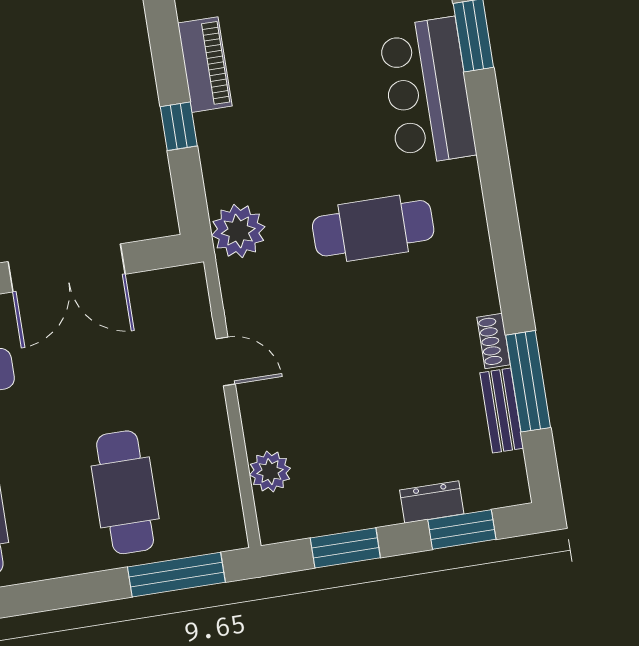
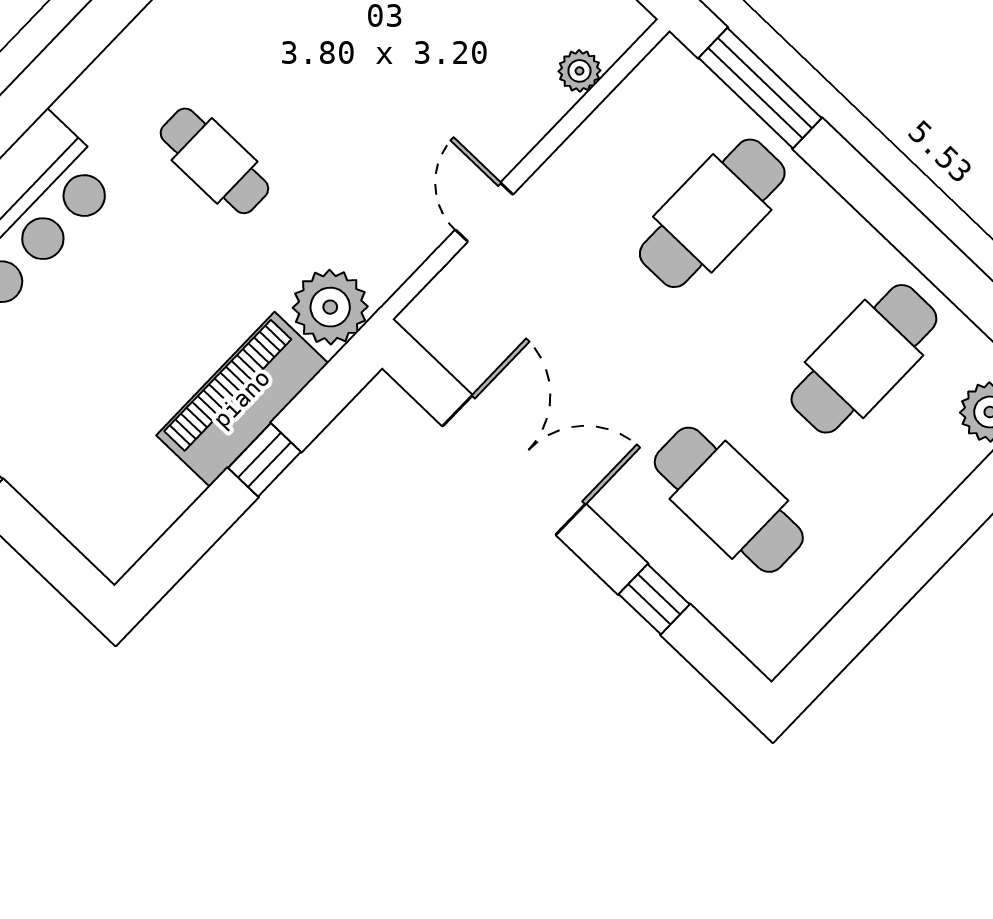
piano: (205, 65) -> (242, 399), moved, width x1.37, depth x1.33
cafe table: (373, 228) -> (214, 161), width x0.73, depth x0.74
plant: (270, 472) -> (579, 71), width x0.73, depth x0.73

